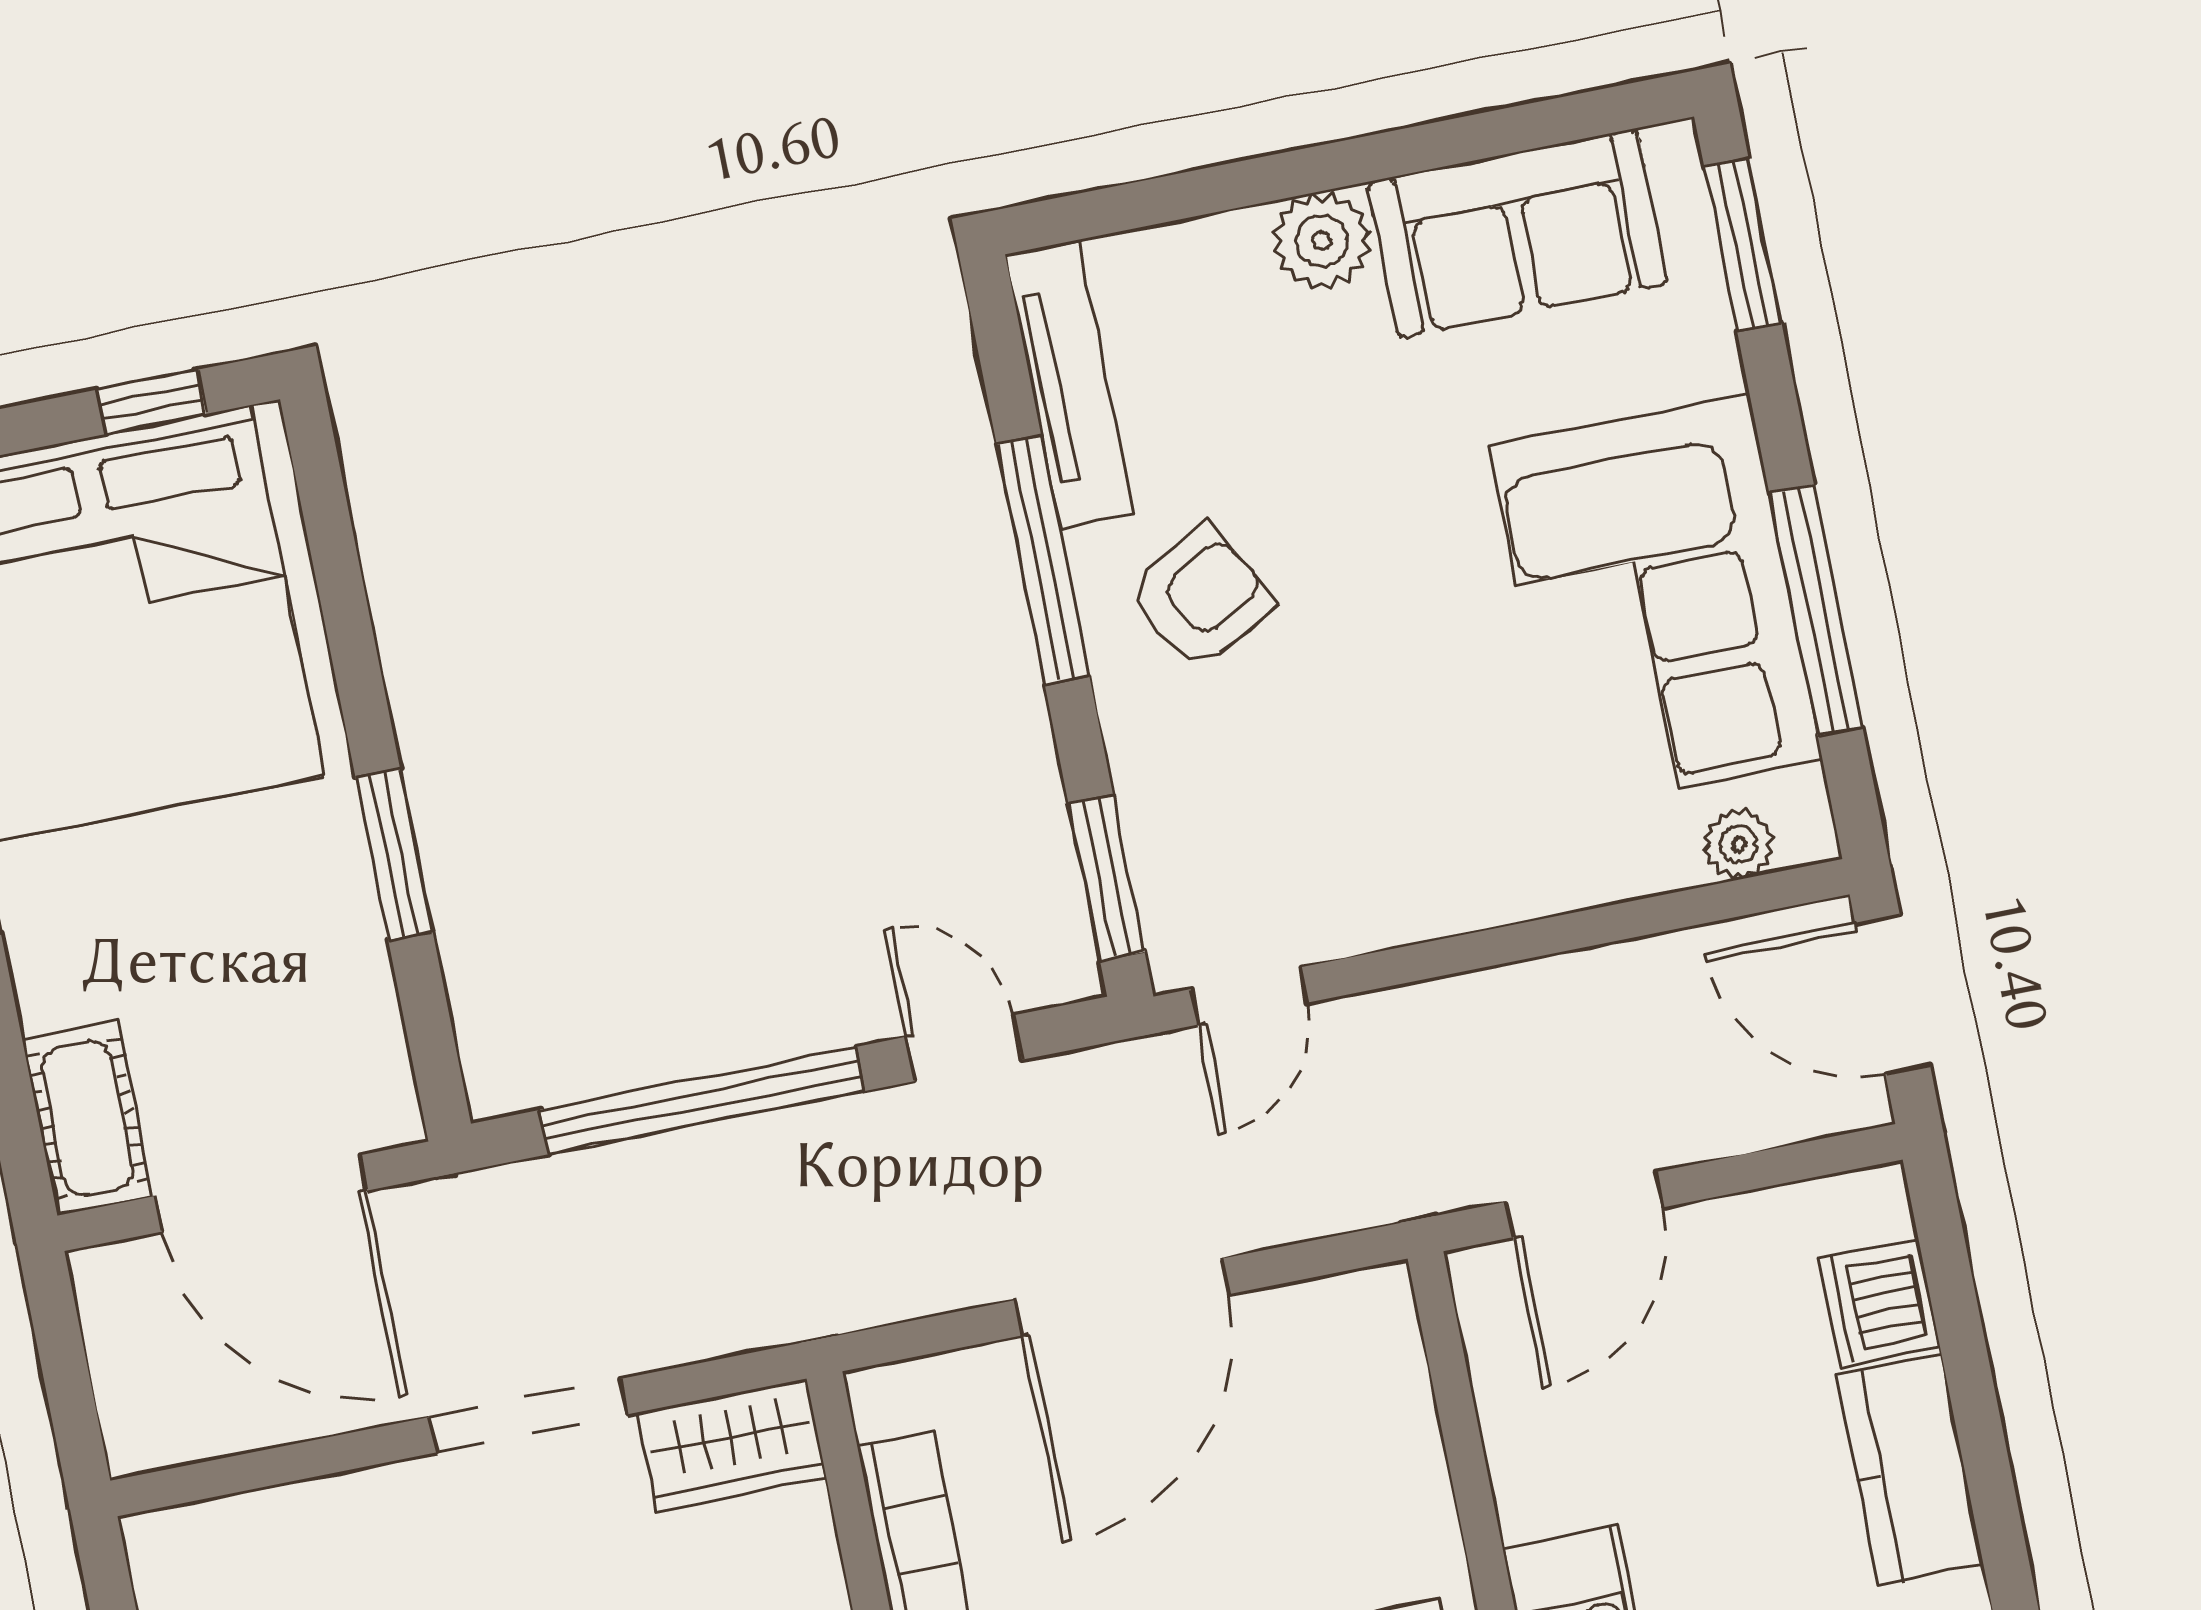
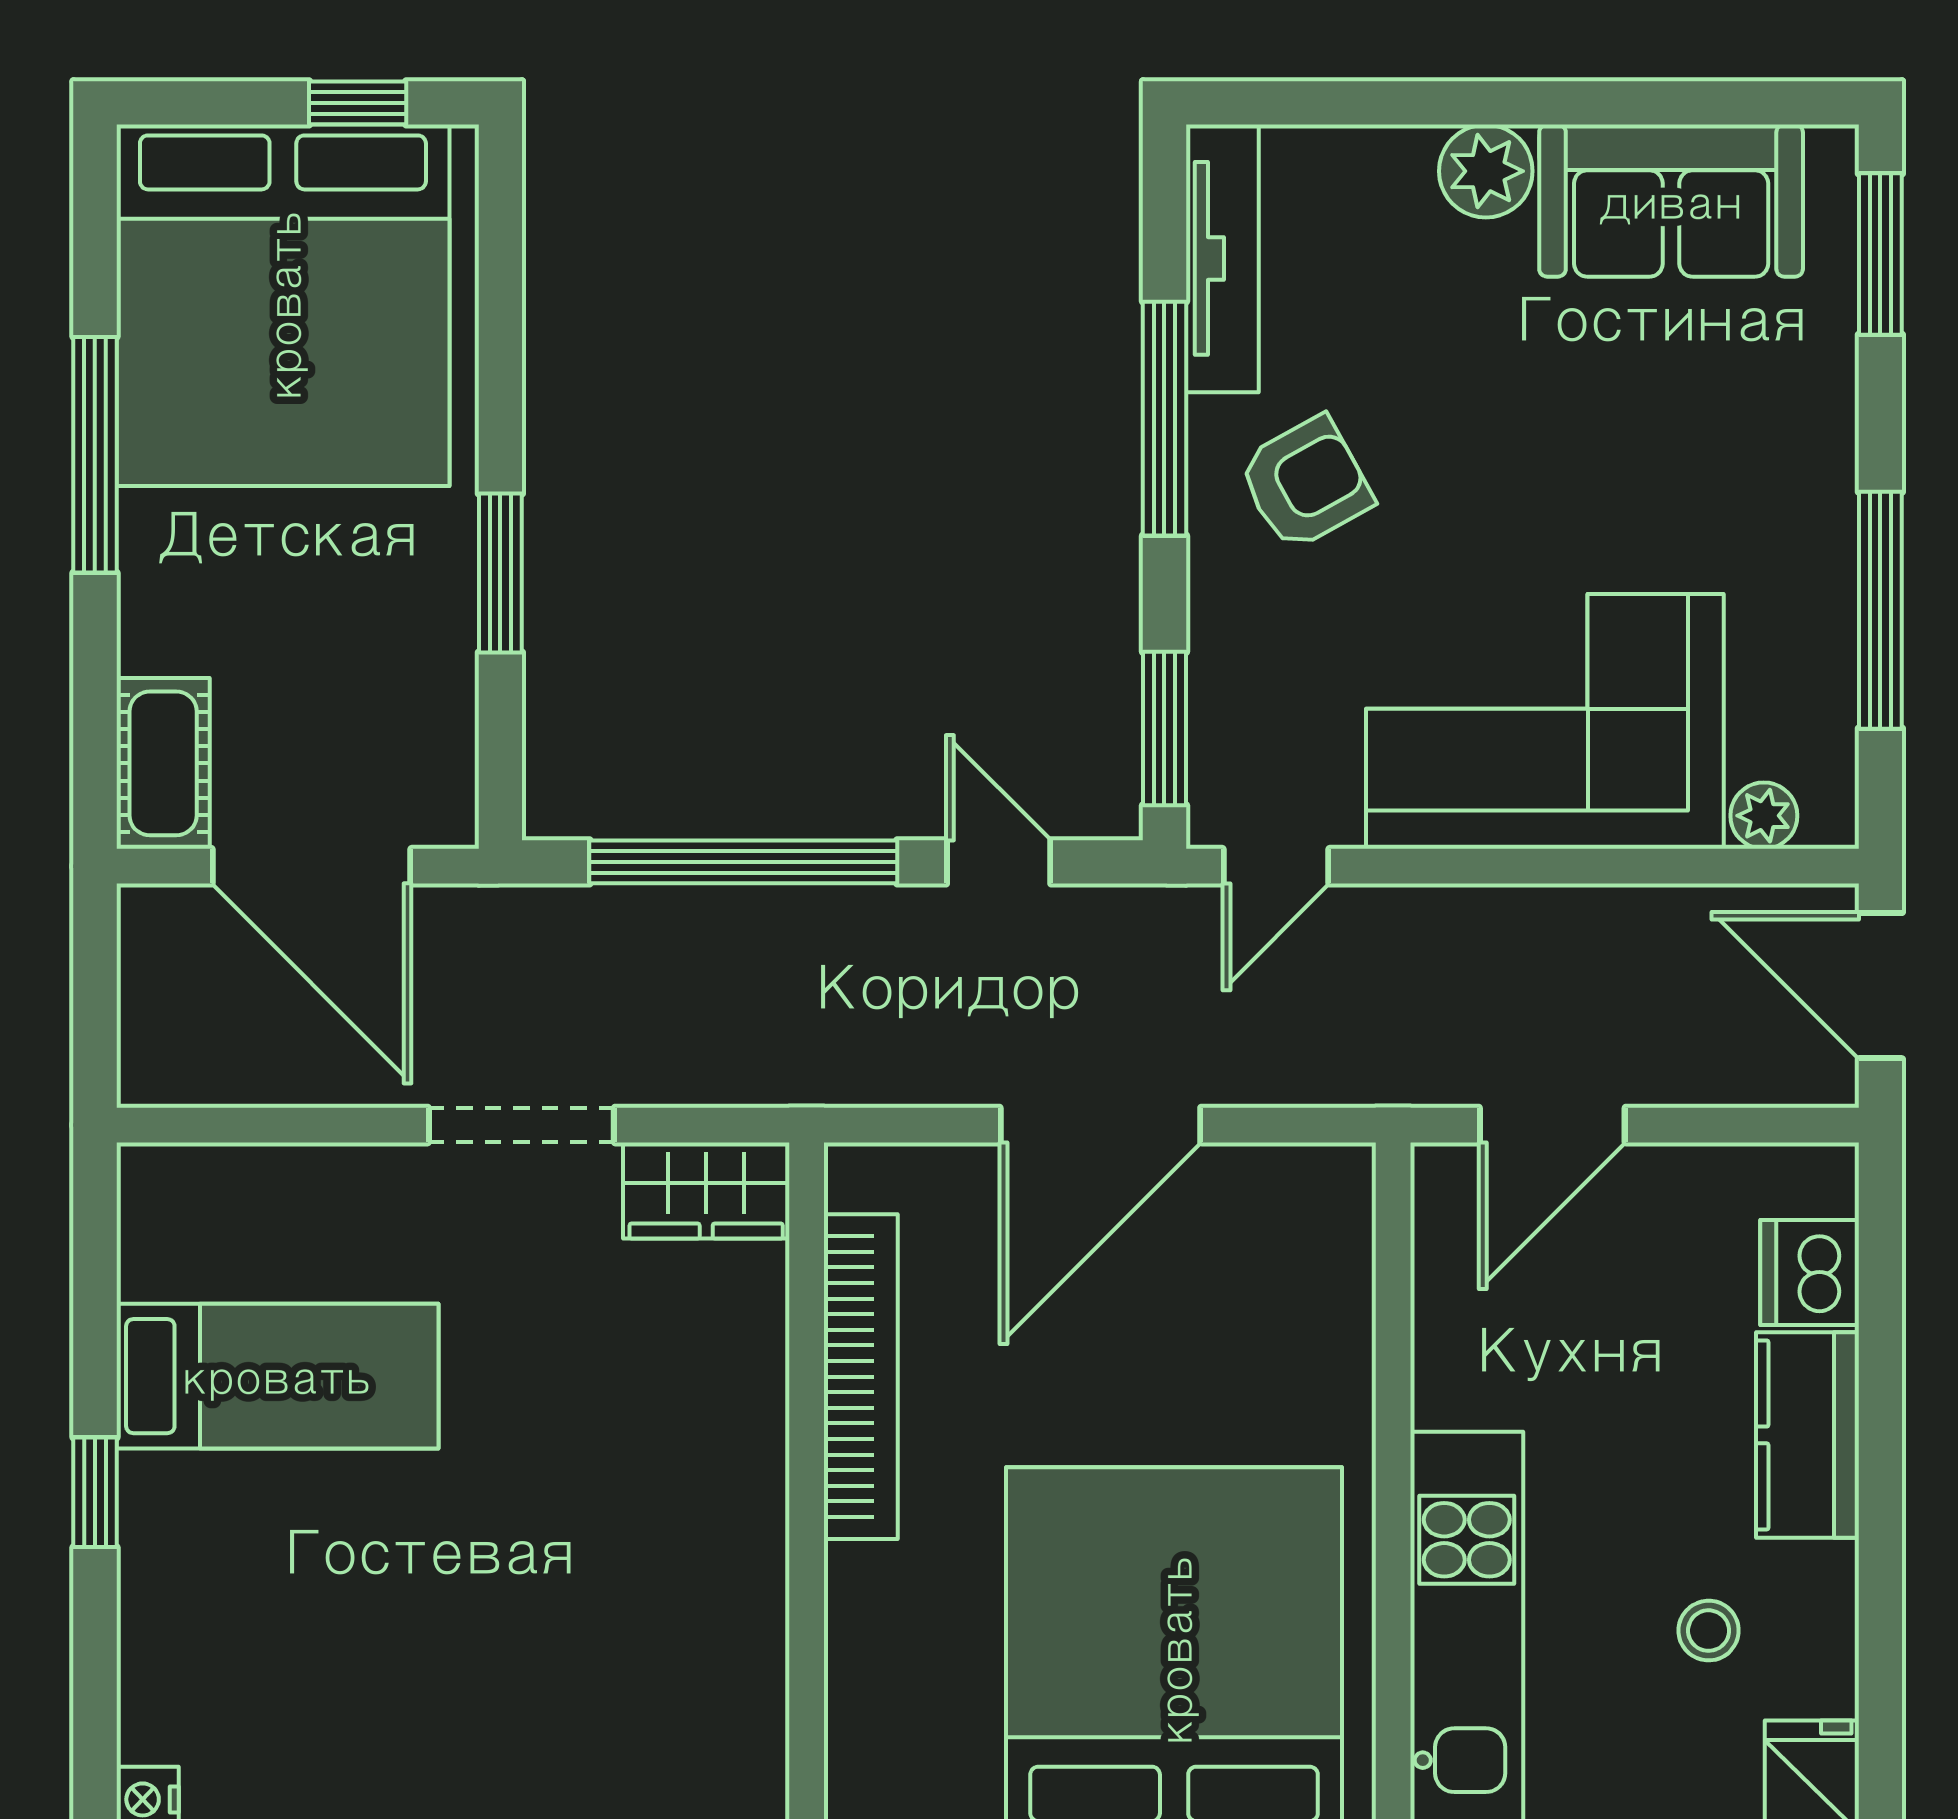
corner sofa: (1655, 603) -> (1545, 721), moved, turned 90

